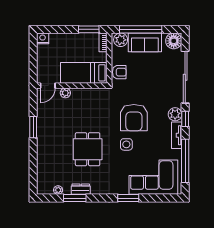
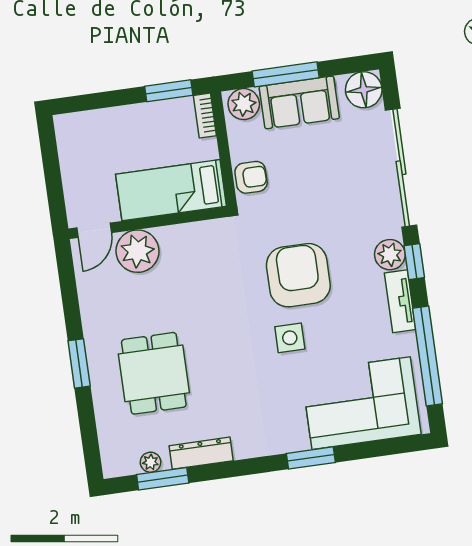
window: (141, 29) -> (286, 74), width x0.68
nightstand: (43, 38) -> (68, 126), removed
plant: (65, 93) -> (138, 251), width x1.87, depth x1.87
armchair: (134, 118) -> (298, 275), turned 180
window: (33, 127) -> (79, 363), moved
dining table: (88, 149) -> (154, 373), moved
dresser: (81, 189) -> (201, 453), width x1.44
window: (75, 198) -> (163, 479), moved

